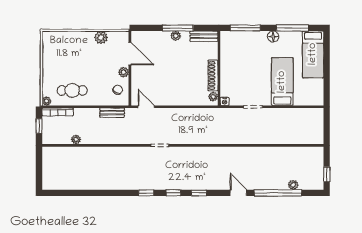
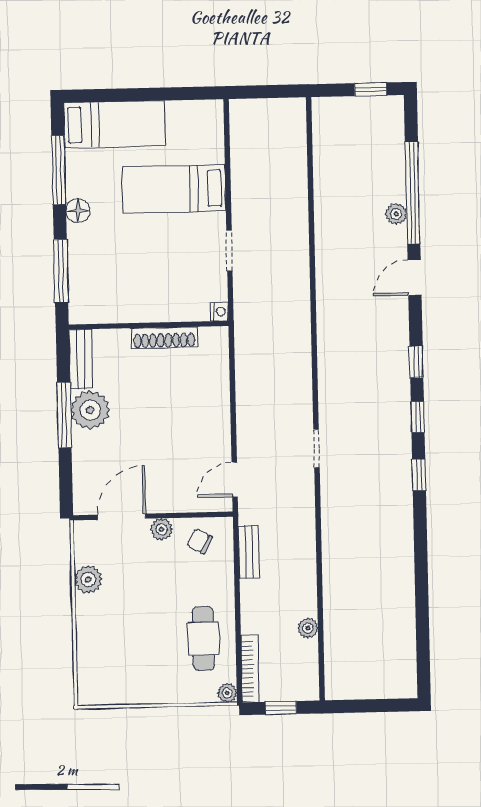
plant: (176, 36) -> (90, 410), width x1.88, depth x1.88
plant: (213, 97) -> (210, 336), removed
plant: (293, 185) -> (396, 214), moved

